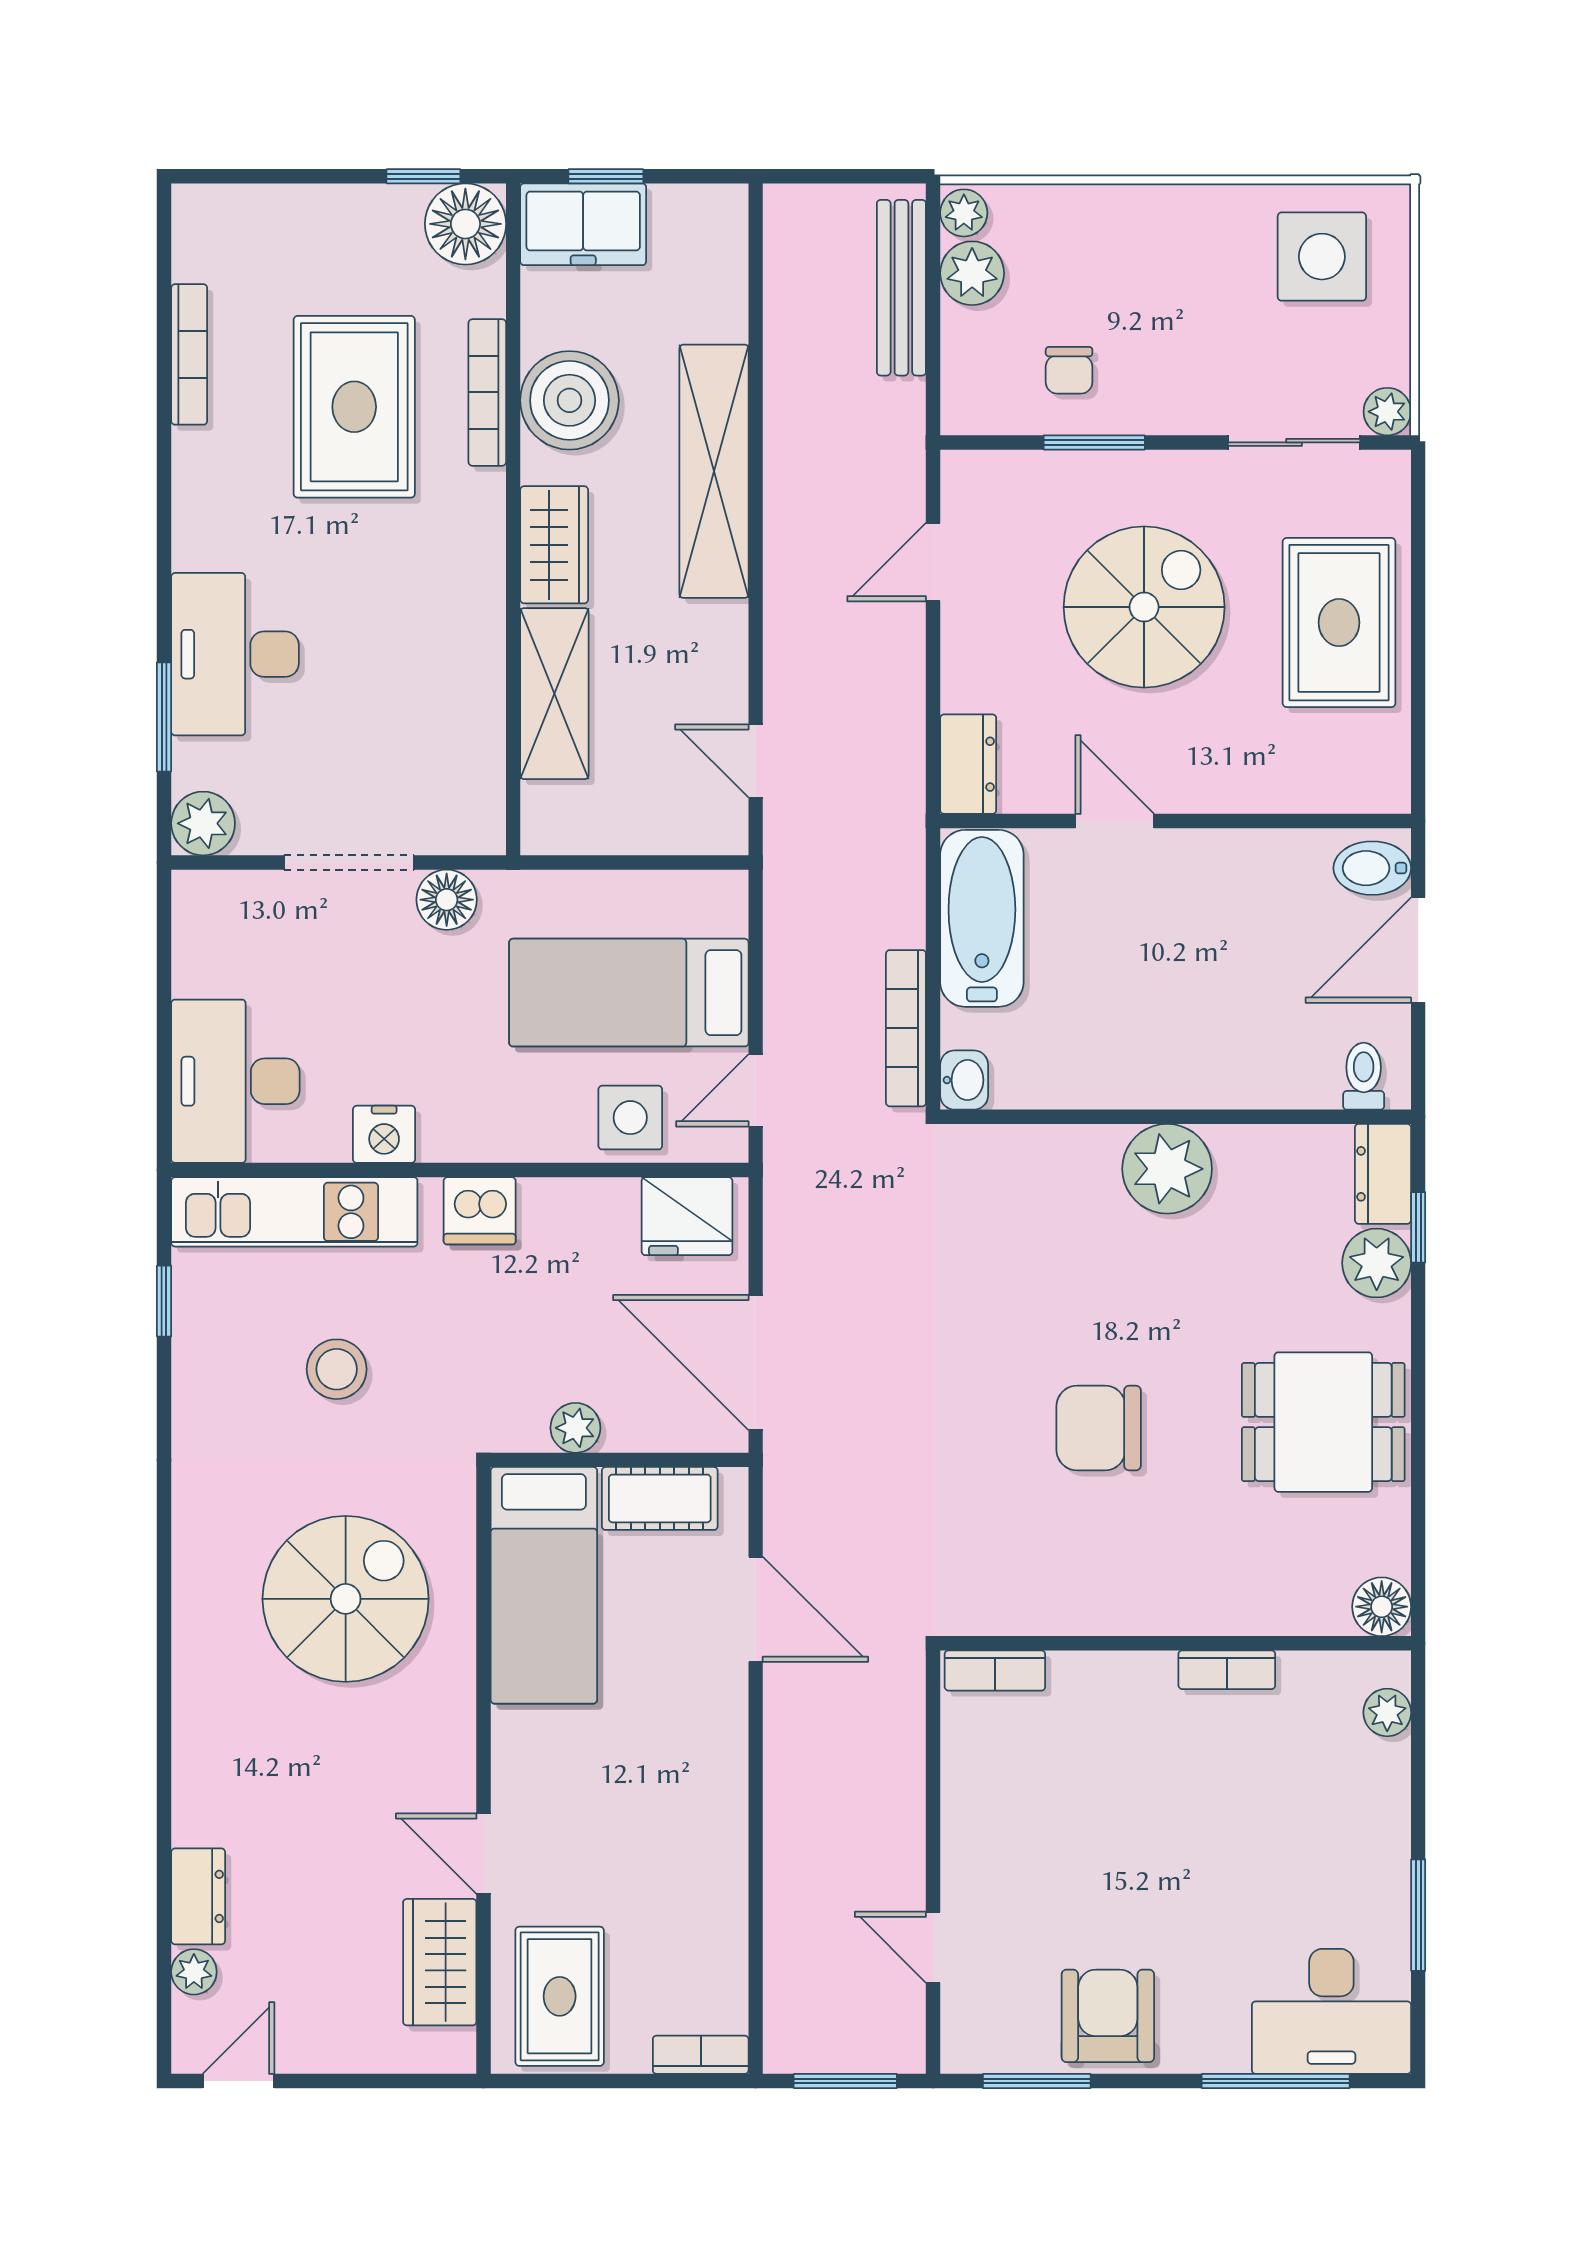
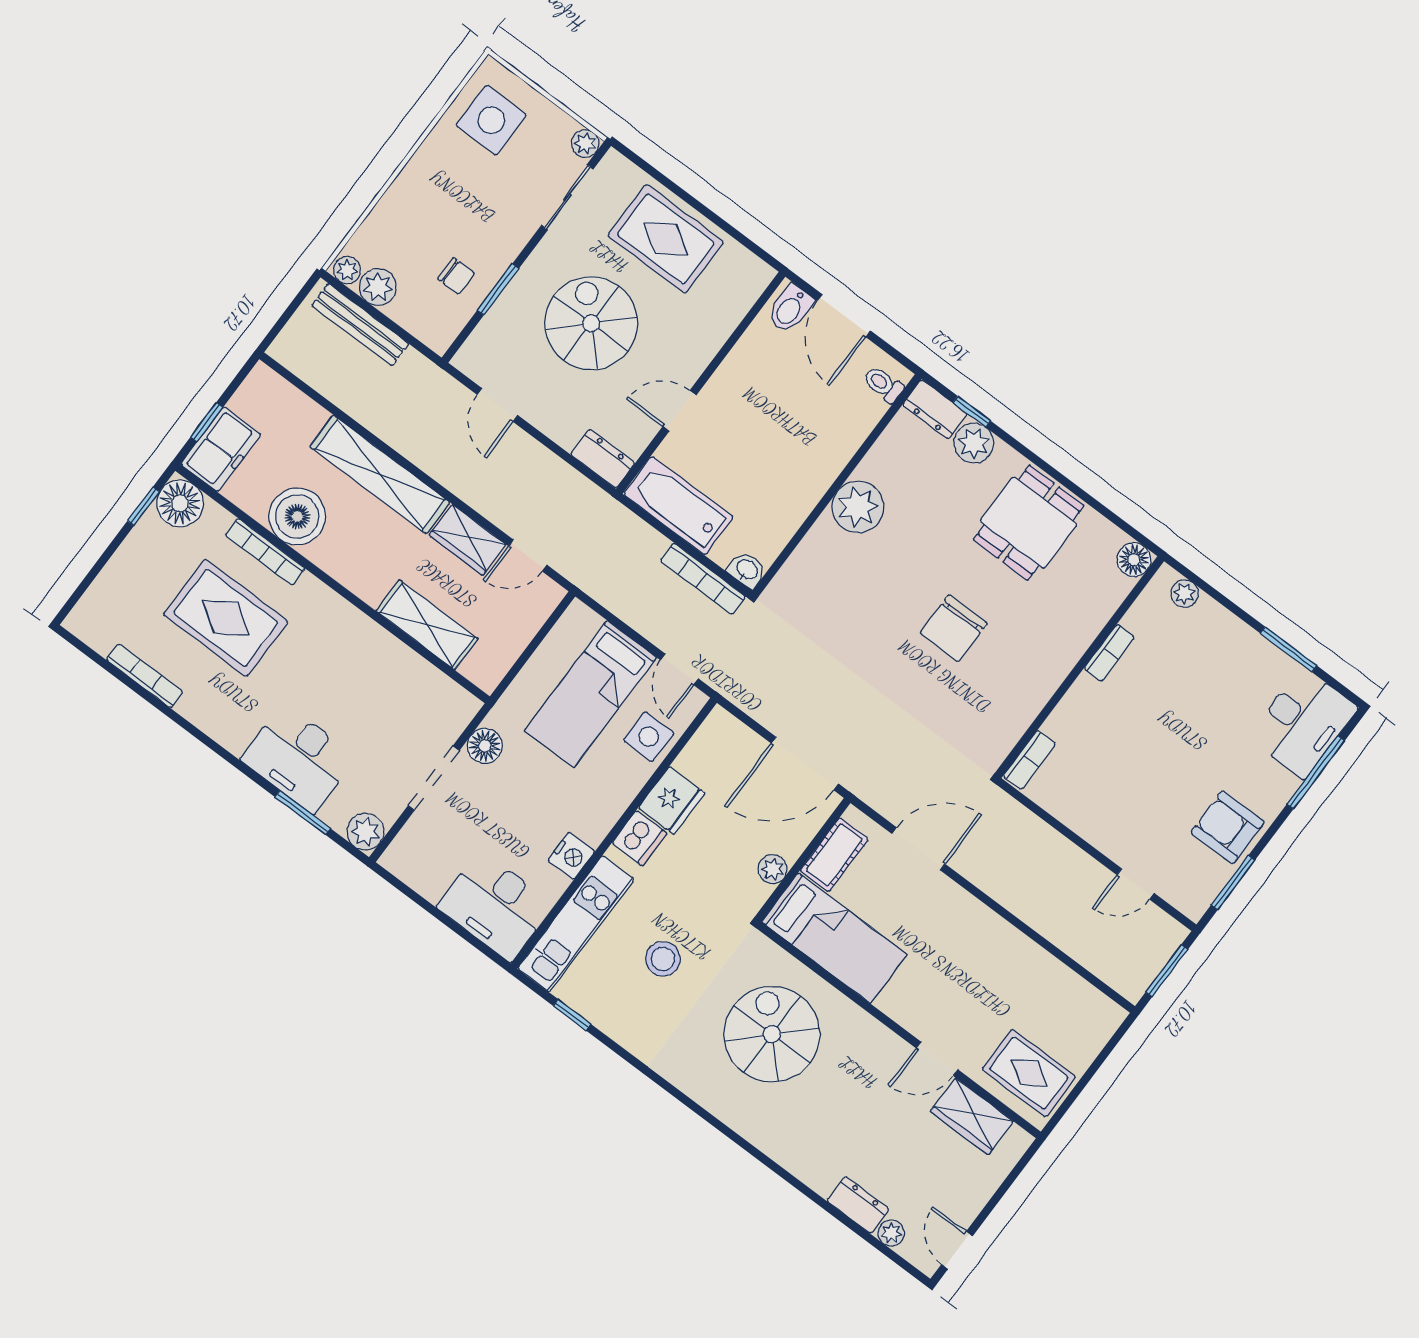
wardrobe: (554, 545) -> (468, 540), moved, turned 180
fridge: (687, 1216) -> (672, 800), moved
bookcase: (701, 2055) -> (1105, 1028), removed

